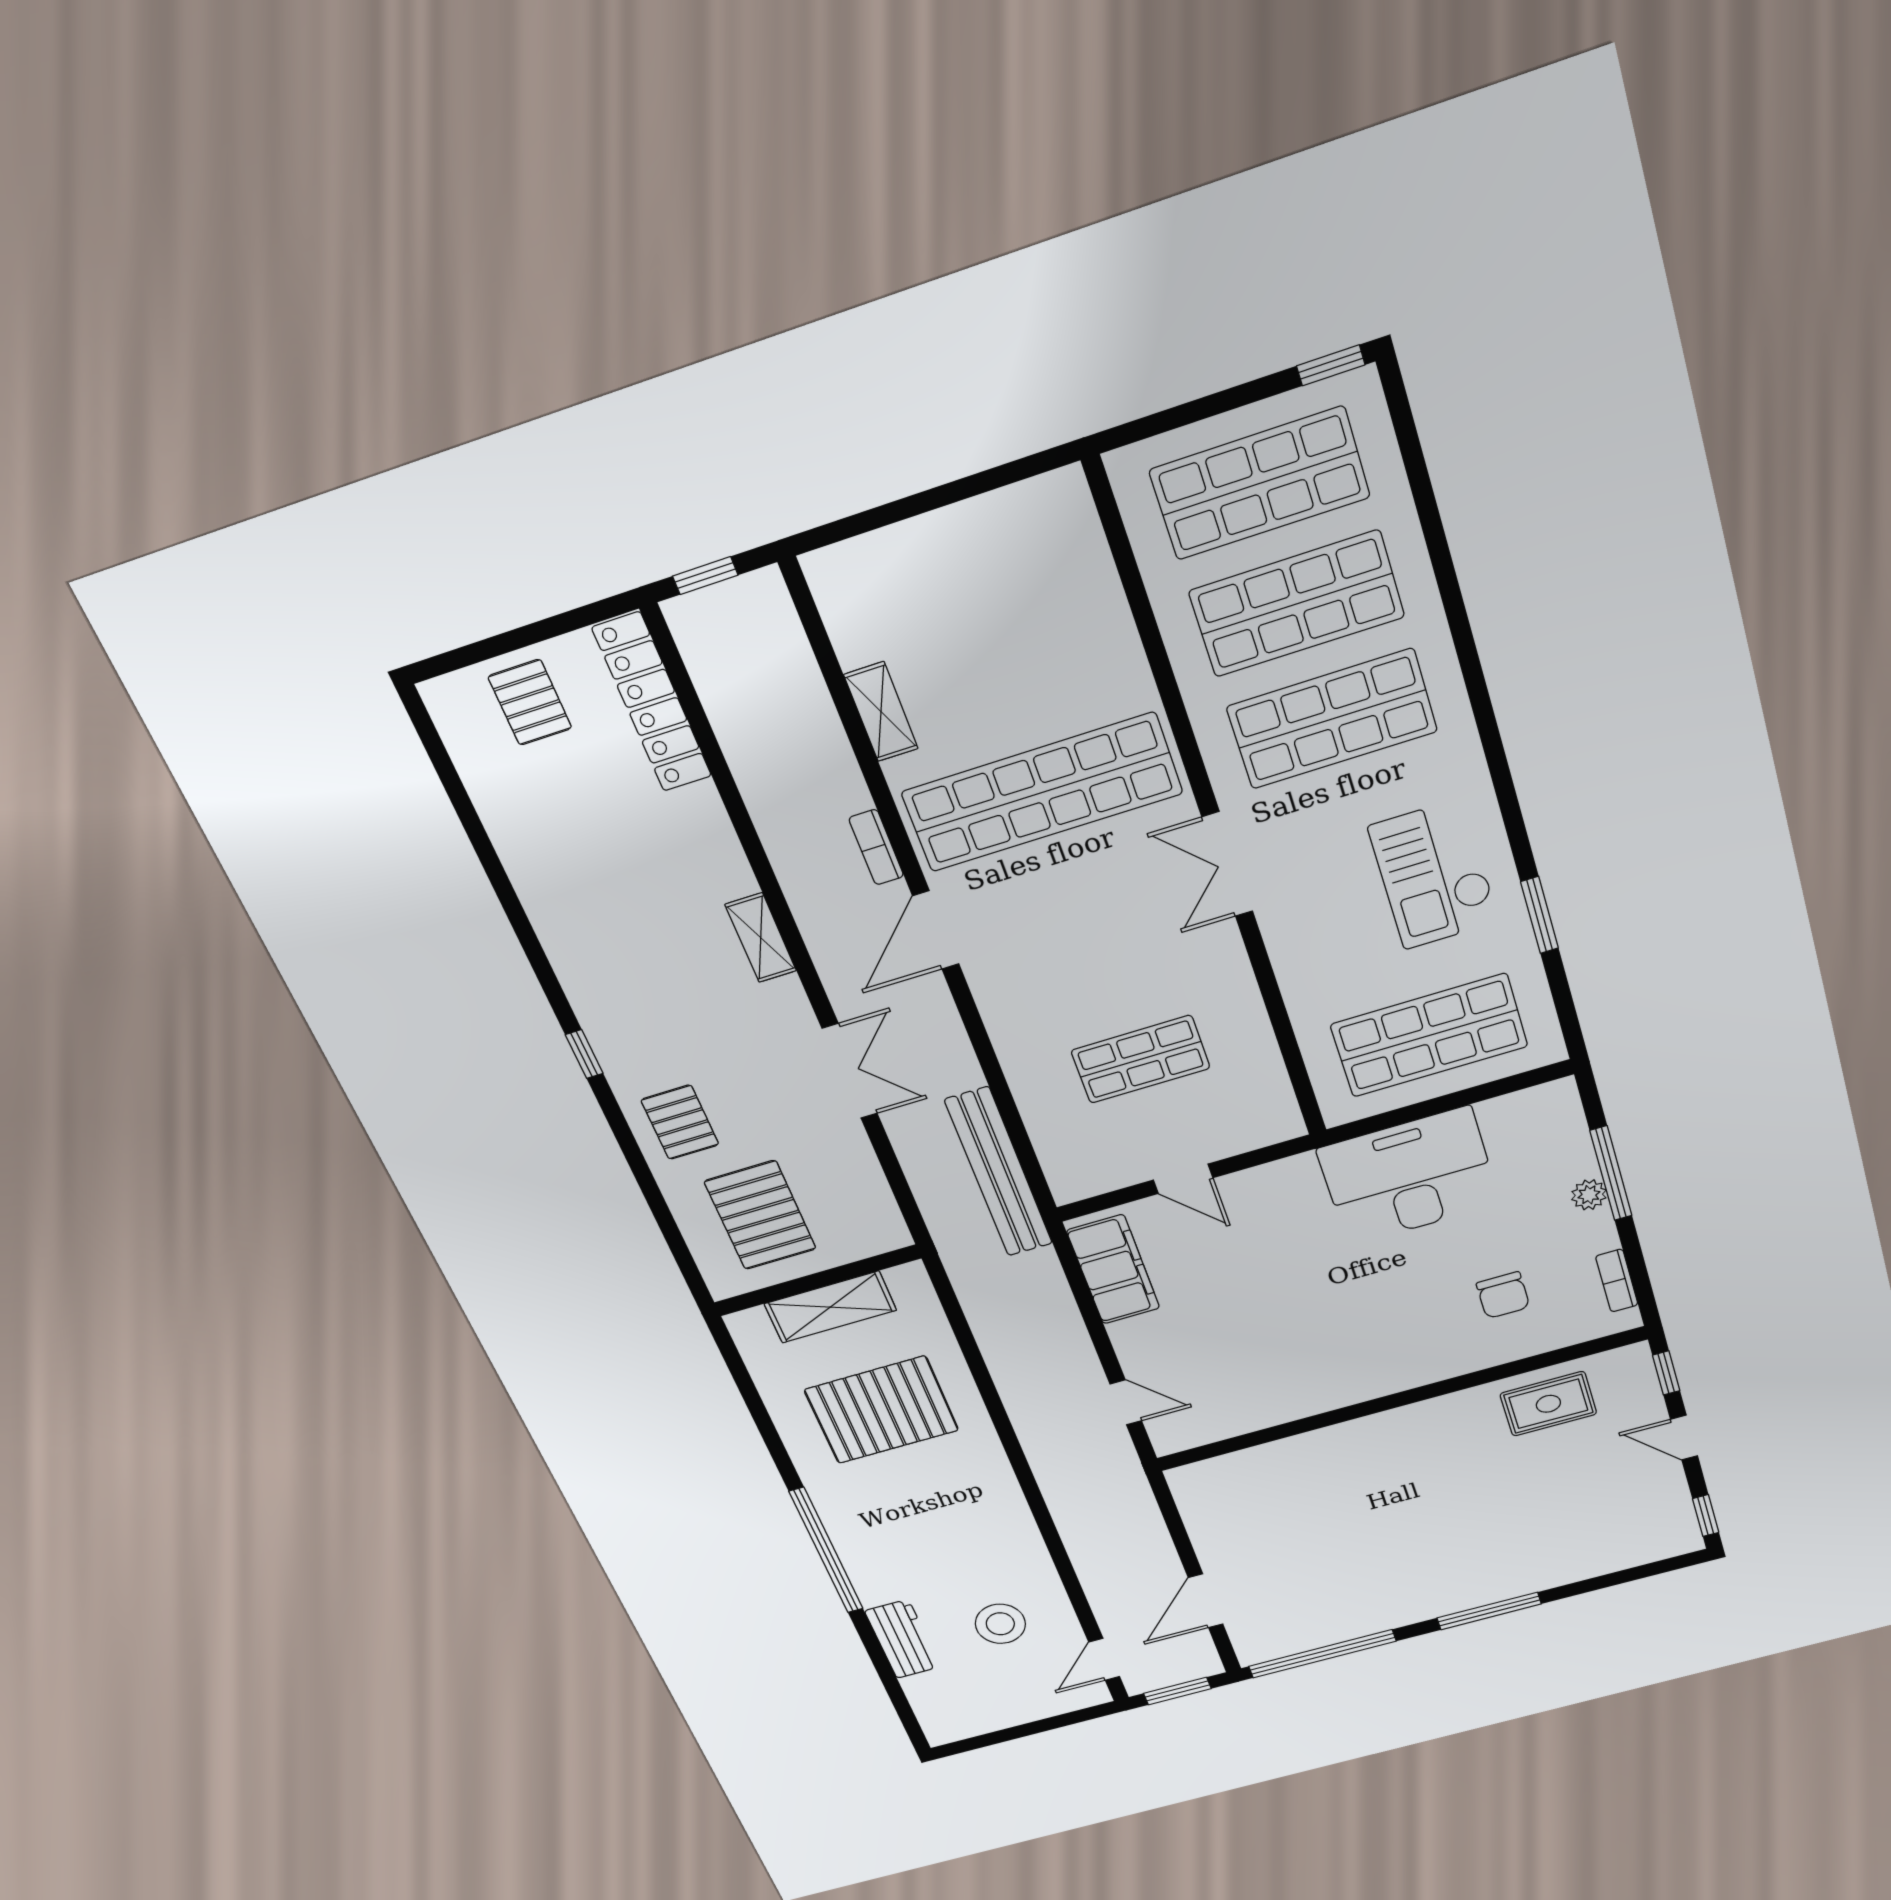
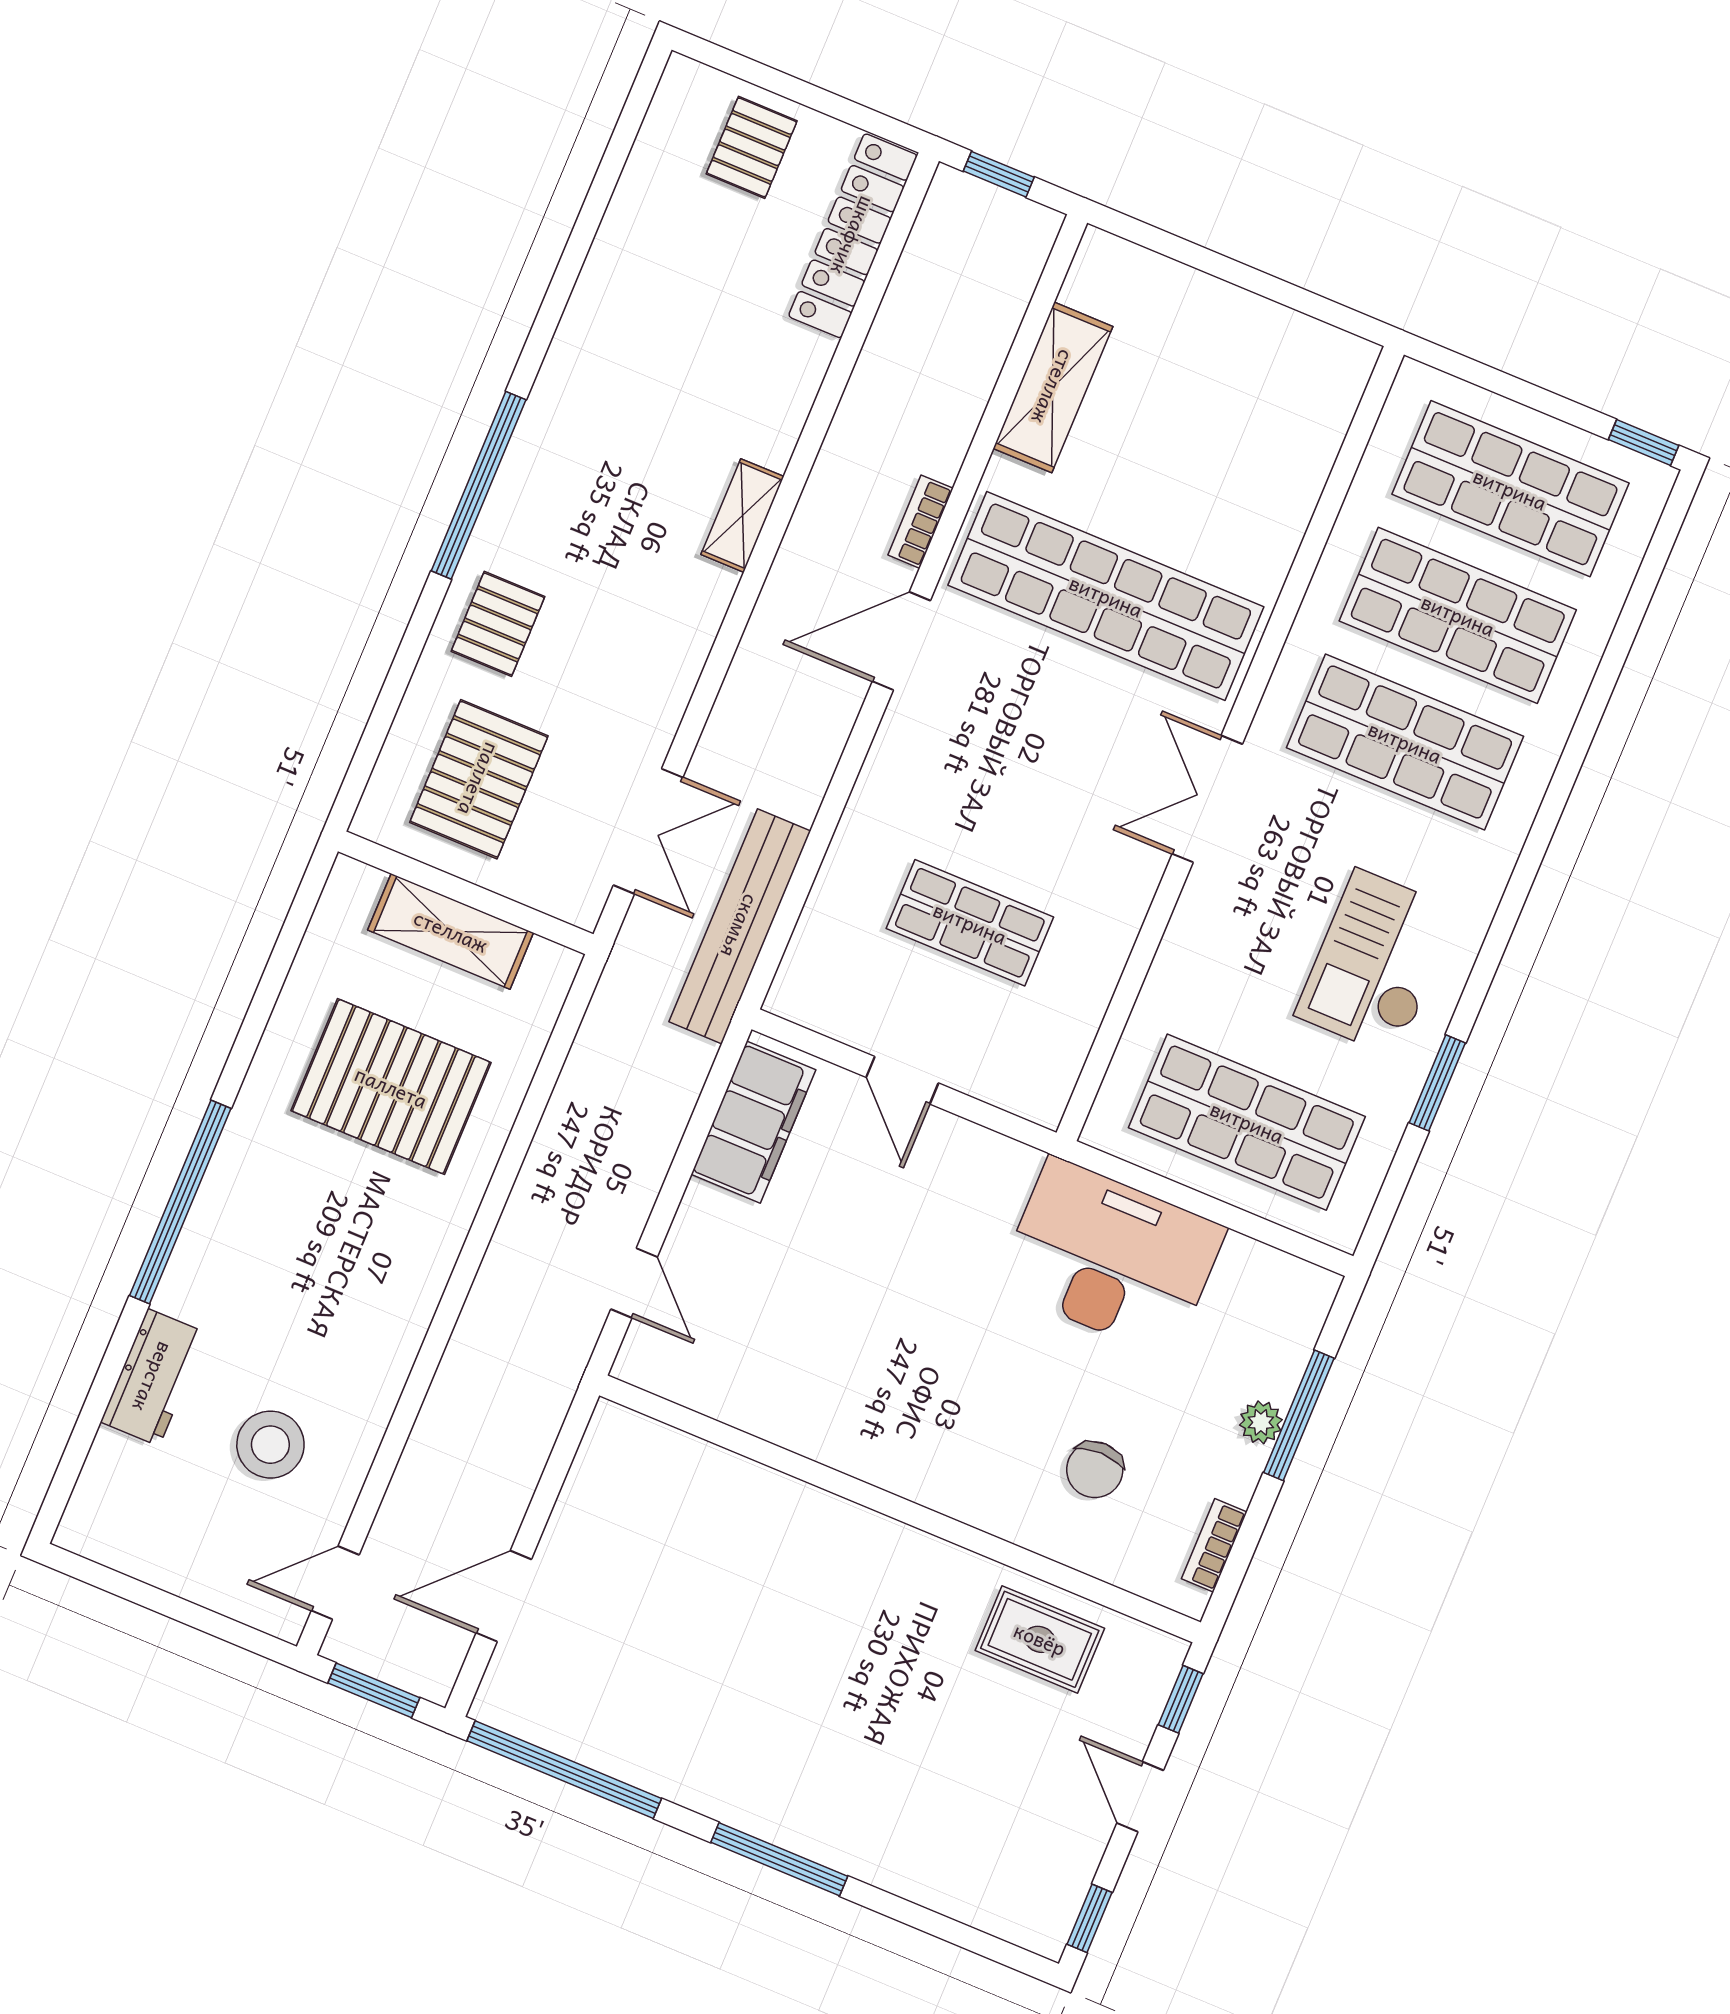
shelving: (881, 712) -> (1053, 387), width x1.50, depth x1.33
window: (584, 1054) -> (479, 485), width x3.17
double door: (850, 1071) -> (648, 831), moved

